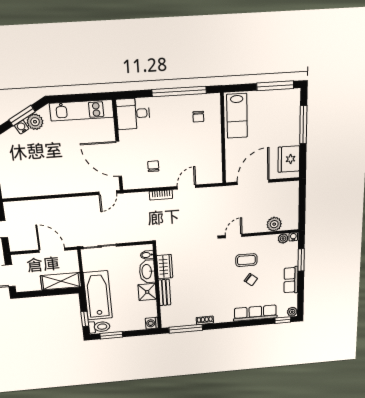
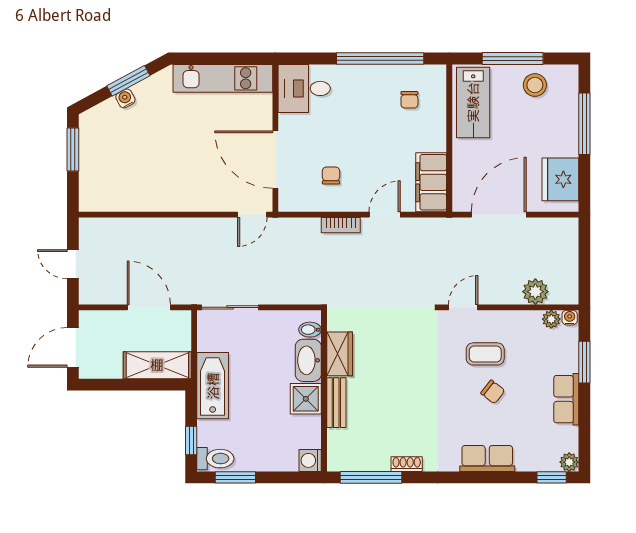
window: (275, 86) -> (513, 59), moved
stool: (274, 103) -> (535, 85), added
plant: (35, 122) -> (148, 91), removed
filing cabinet: (213, 166) -> (431, 182), added
bathtub: (98, 295) -> (213, 386), width x0.73, depth x0.73
row of seats: (255, 313) -> (487, 458), width x0.68

